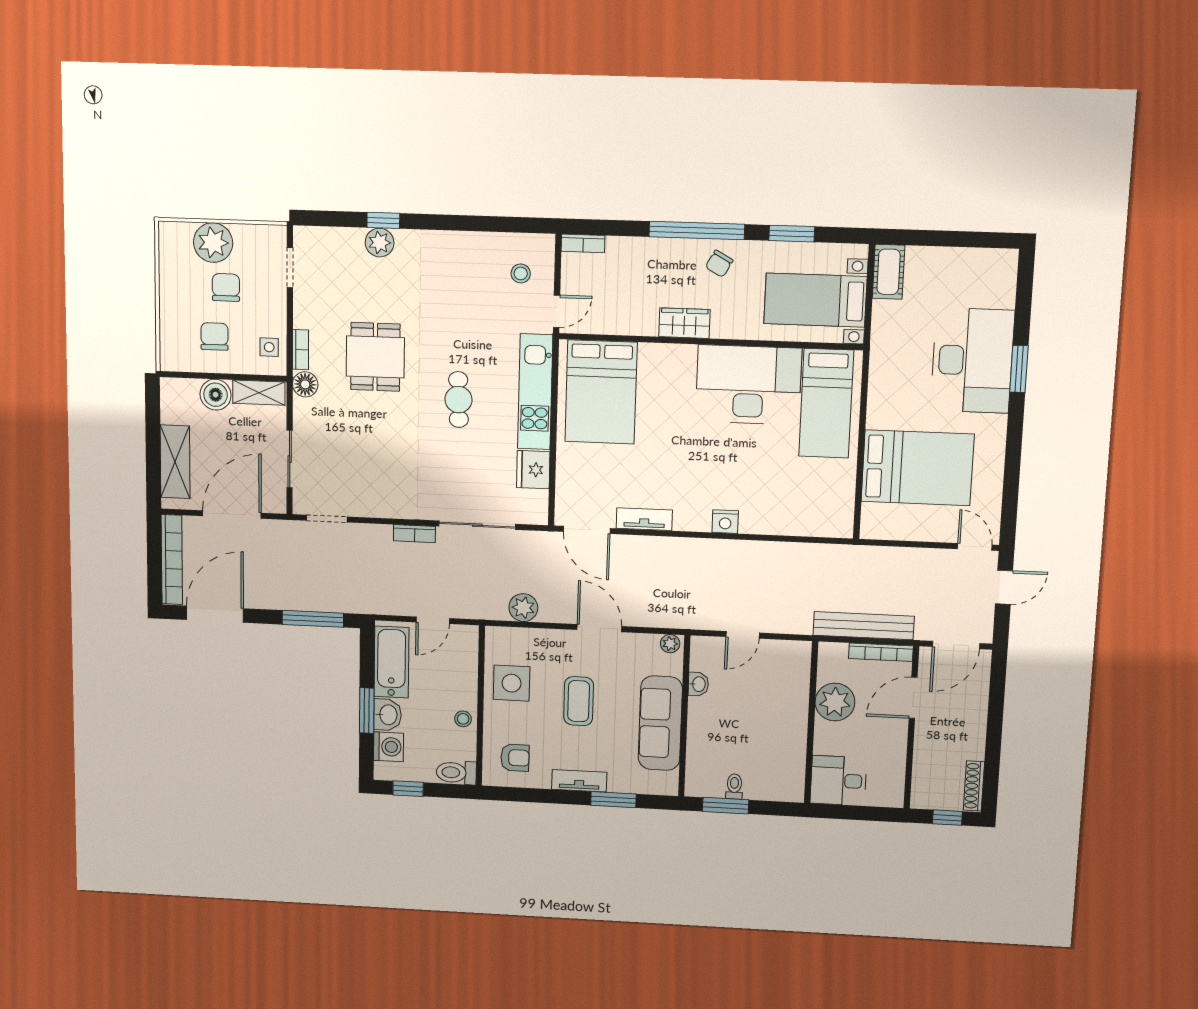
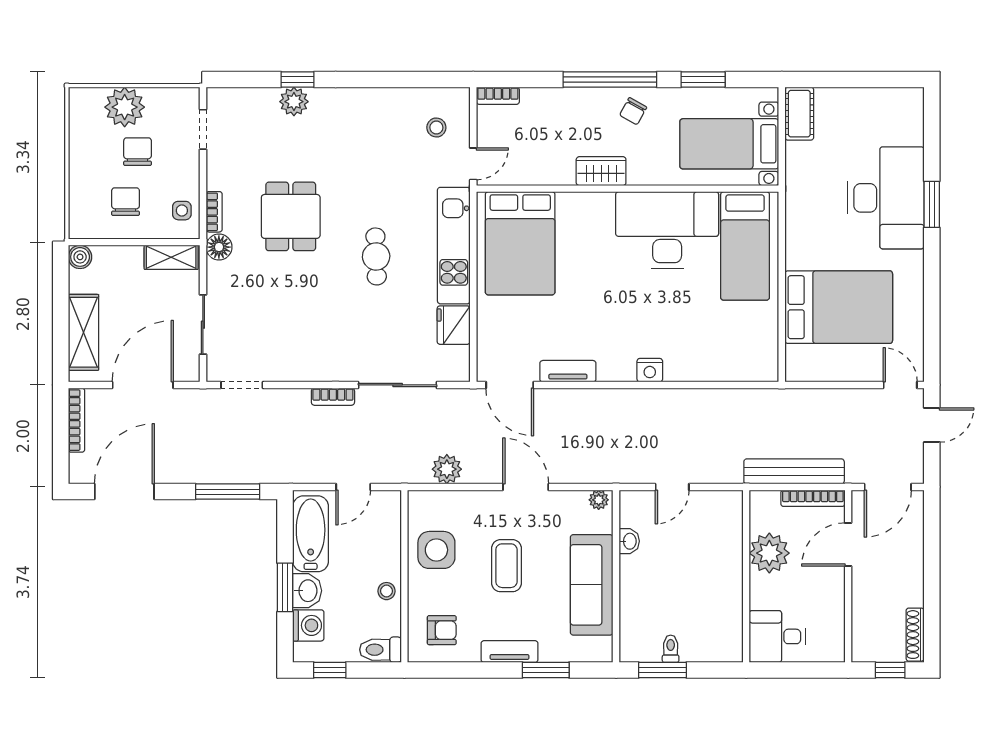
boiler: (216, 395) -> (80, 257), moved, width x0.73, depth x0.73
bookcase: (172, 560) -> (77, 420), width x0.68, depth x0.76

